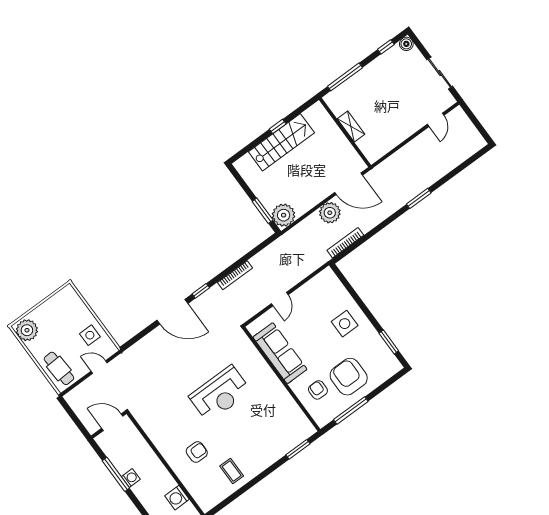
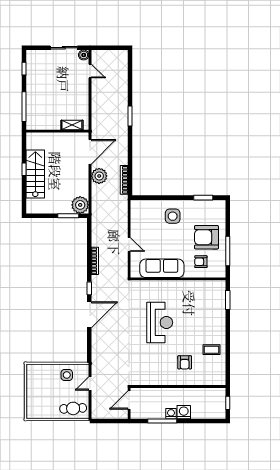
boiler: (406, 44) -> (84, 55), moved
shelving: (351, 126) -> (72, 125), moved
plant: (27, 330) -> (36, 411), removed
armchair: (197, 452) -> (185, 362), turned 180
washing machine: (177, 498) -> (184, 412), moved, turned 180

